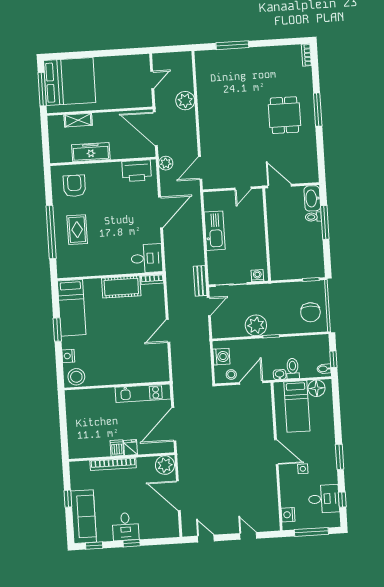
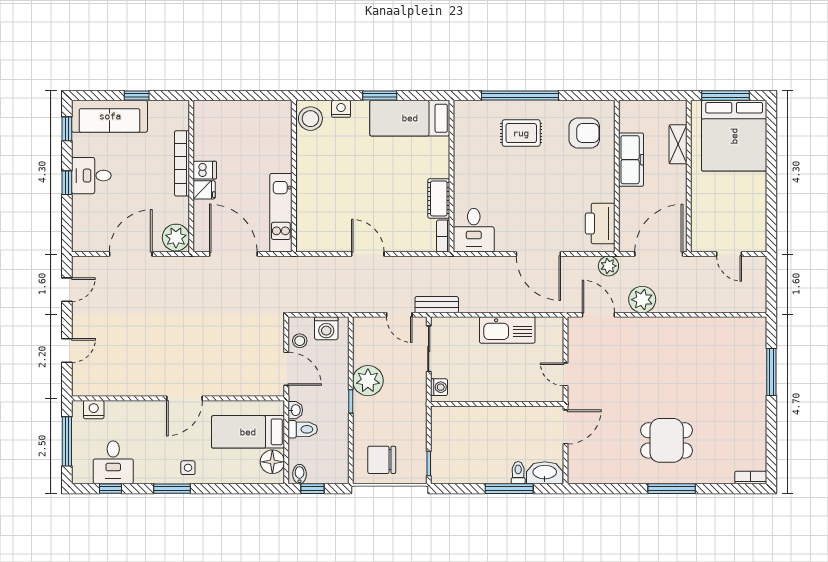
plant: (185, 101) -> (642, 300), moved
cot: (121, 287) -> (439, 198), width x0.73, depth x0.75
side table: (303, 469) -> (188, 468), moved

